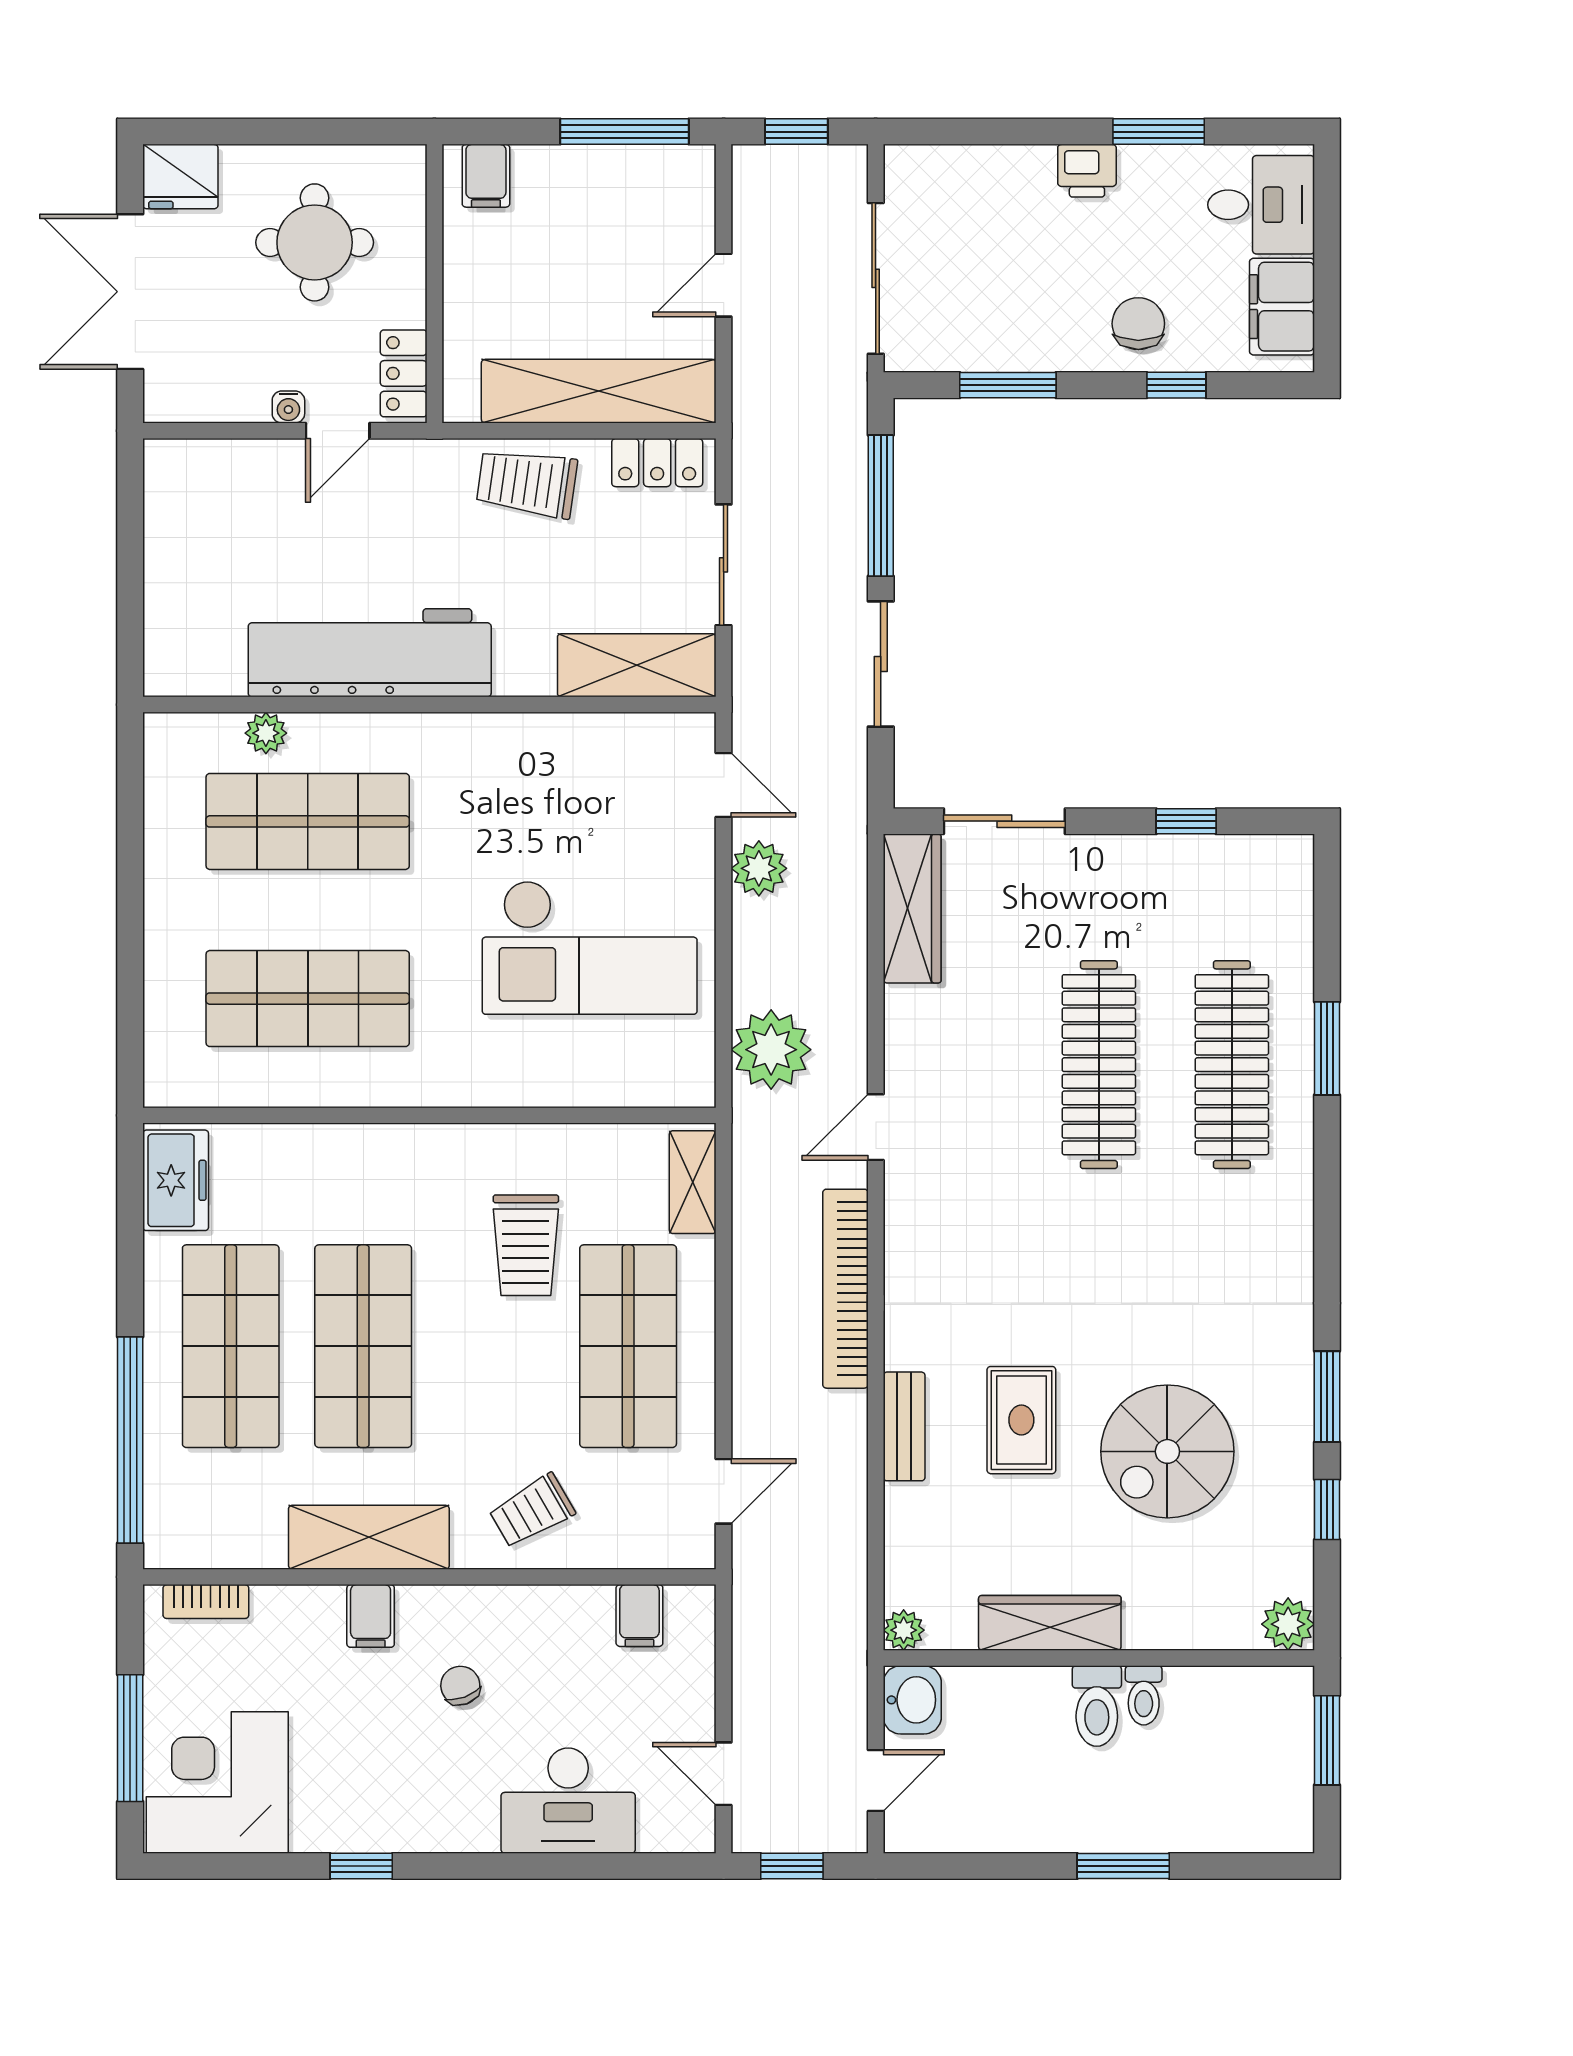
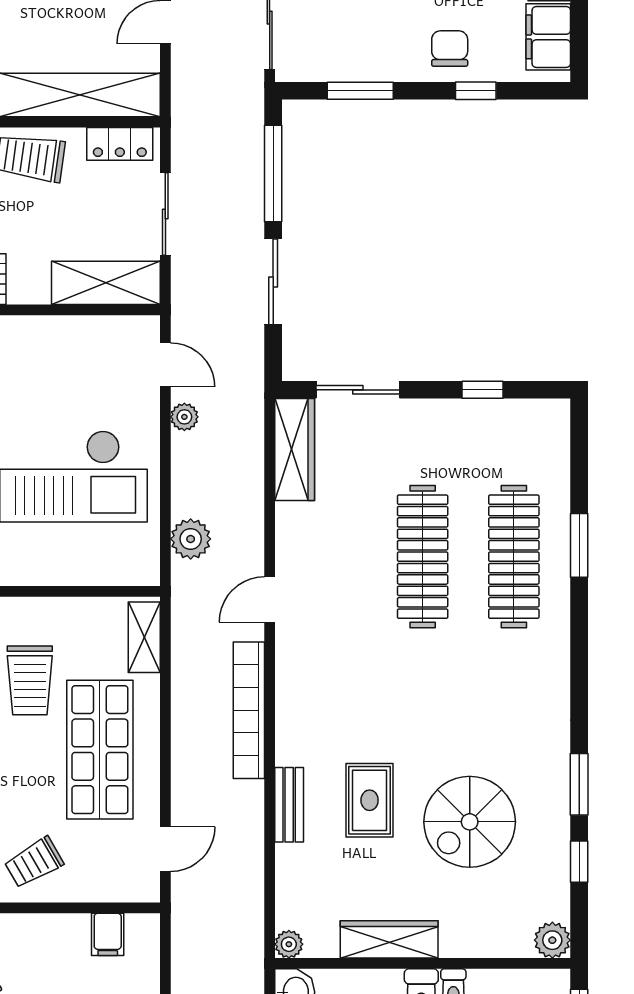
plant: (759, 868) -> (184, 417), width x0.73, depth x0.73
plant: (771, 1050) -> (191, 539), width x0.73, depth x0.73

